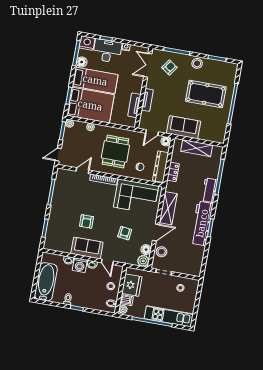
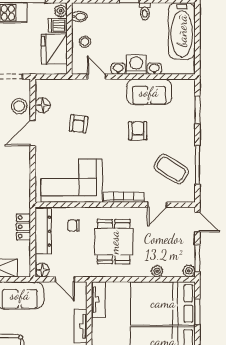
tv unit: (134, 105) -> (98, 300), moved
door: (152, 132) -> (65, 279), swing flipped
door: (58, 155) -> (197, 222), hinge flipped
coffee table: (69, 192) -> (171, 169), added
shelving: (168, 208) -> (21, 172), removed
sofa: (87, 248) -> (149, 92), moved
plant: (143, 261) -> (44, 88), removed

